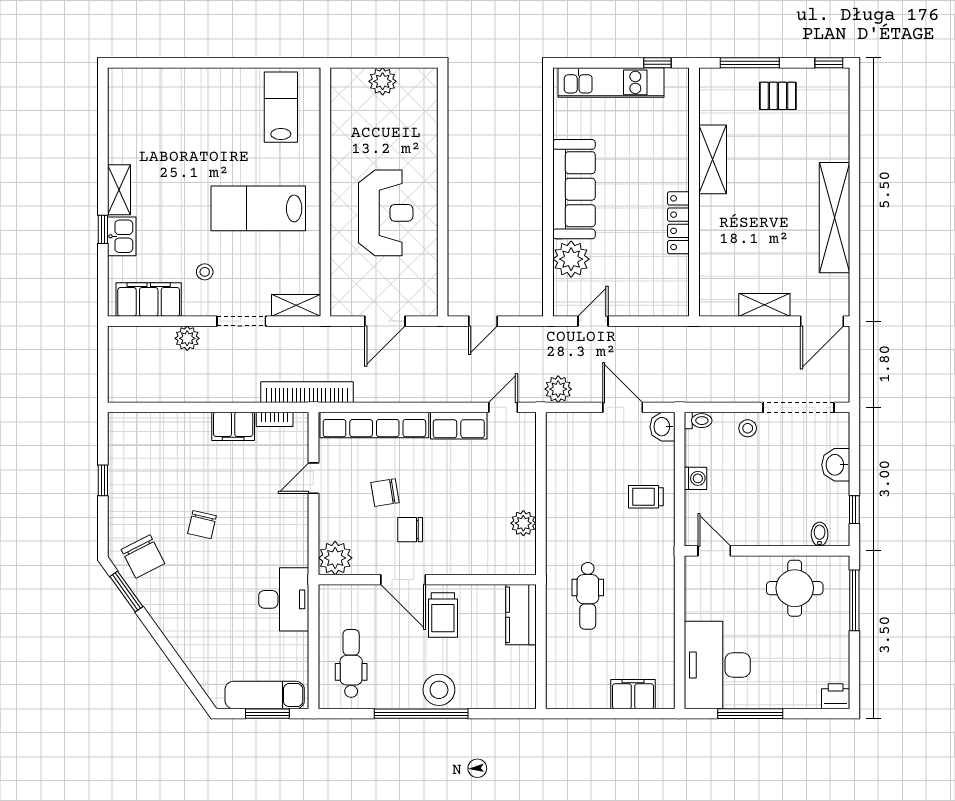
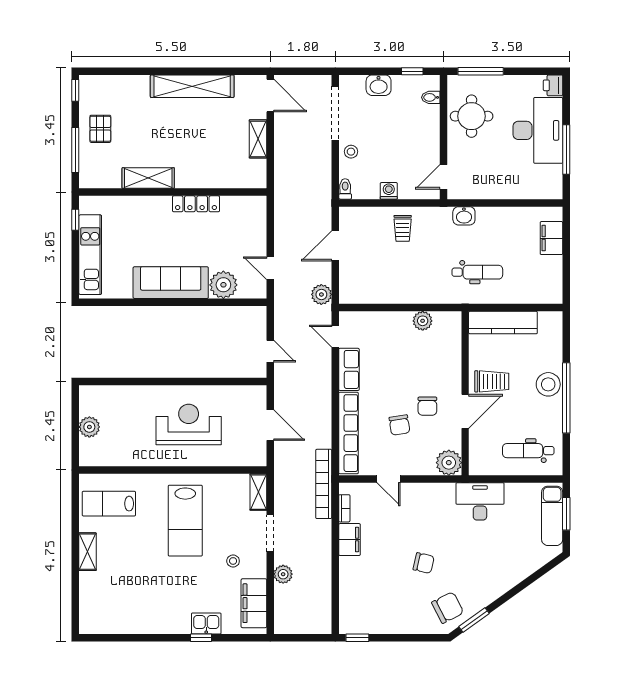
shelving: (119, 190) -> (87, 552), moved, turned 90
washbasin: (663, 427) -> (464, 216), moved
window: (103, 480) -> (357, 638), moved
kitchen counter: (521, 615) -> (503, 323), width x1.50
desk: (717, 665) -> (538, 130), moved, turned -90

